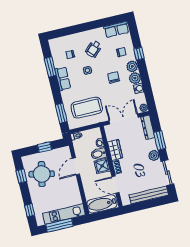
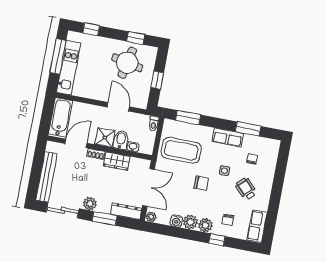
chair: (114, 77) -> (201, 183), moved
coffee table: (87, 108) -> (181, 150), turned 90

